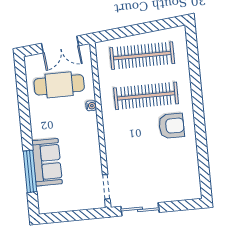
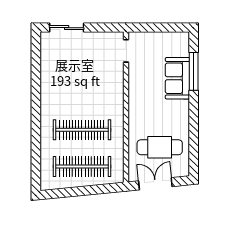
water cooler: (91, 106) -> (133, 126), removed
armchair: (171, 126) -> (62, 100), removed
sliding door: (140, 209) -> (67, 28), moved

